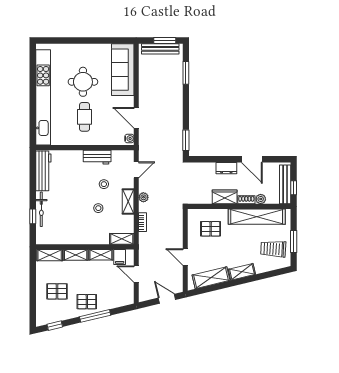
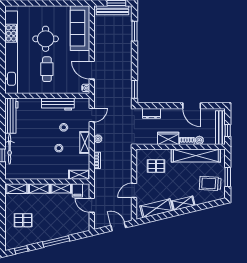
workbench: (97, 157) -> (58, 104), width x1.37
dresser: (226, 168) -> (151, 113), moved
door: (185, 257) -> (134, 190), hinge flipped
pallet: (87, 302) -> (49, 229), removed

